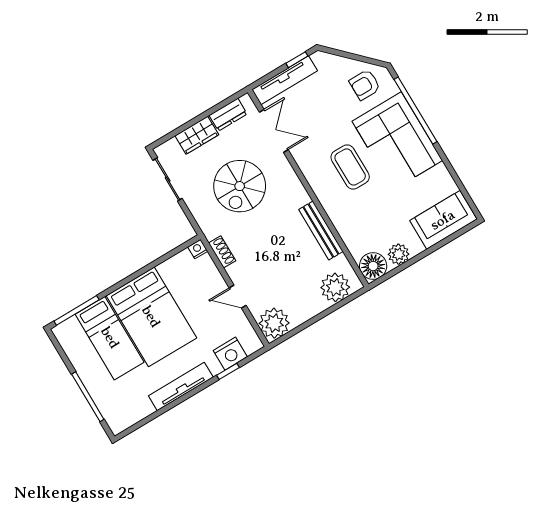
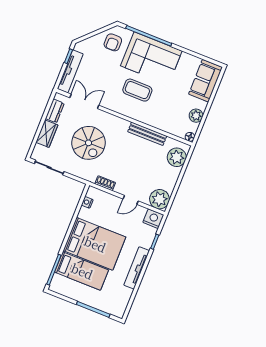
nightstand: (198, 249) -> (87, 202), moved
floor lamp: (373, 266) -> (190, 137), width x0.53, depth x0.53
nightstand: (230, 354) -> (153, 219), moved, turned -90

